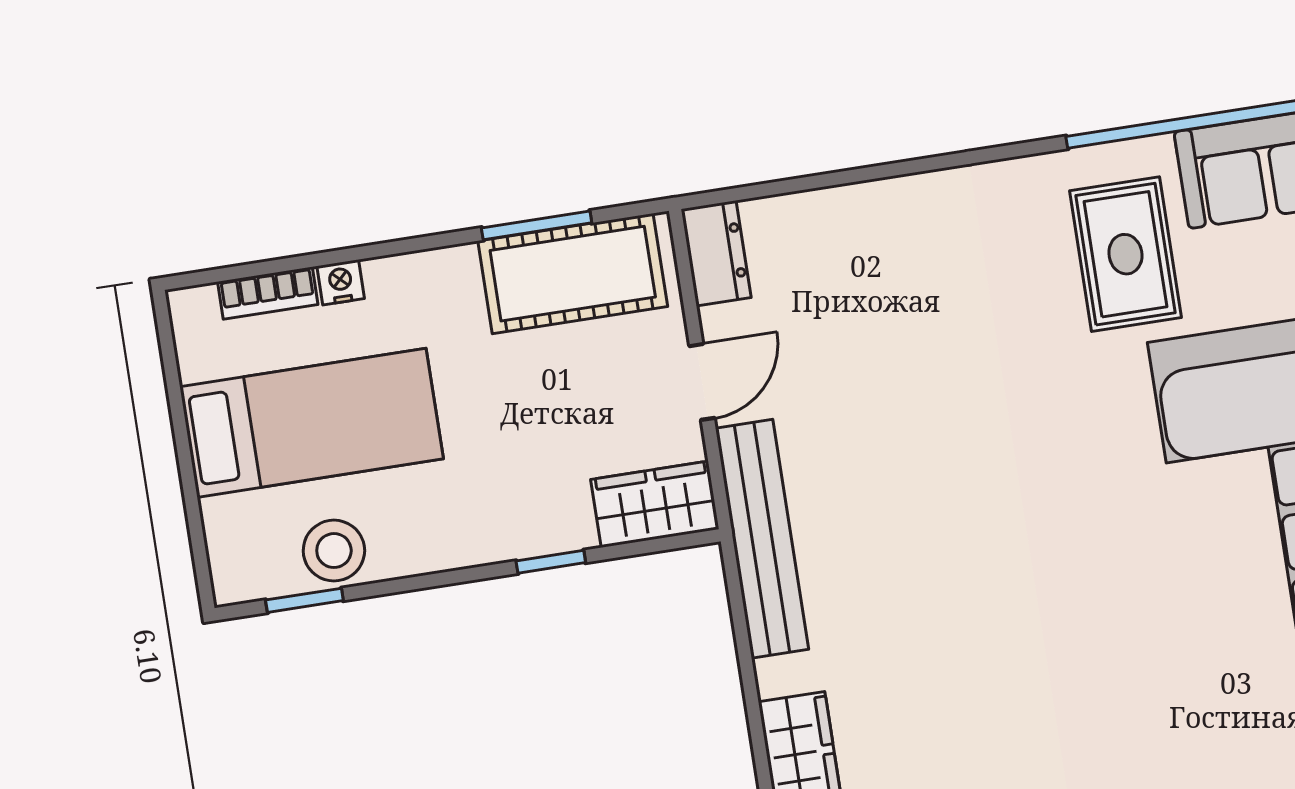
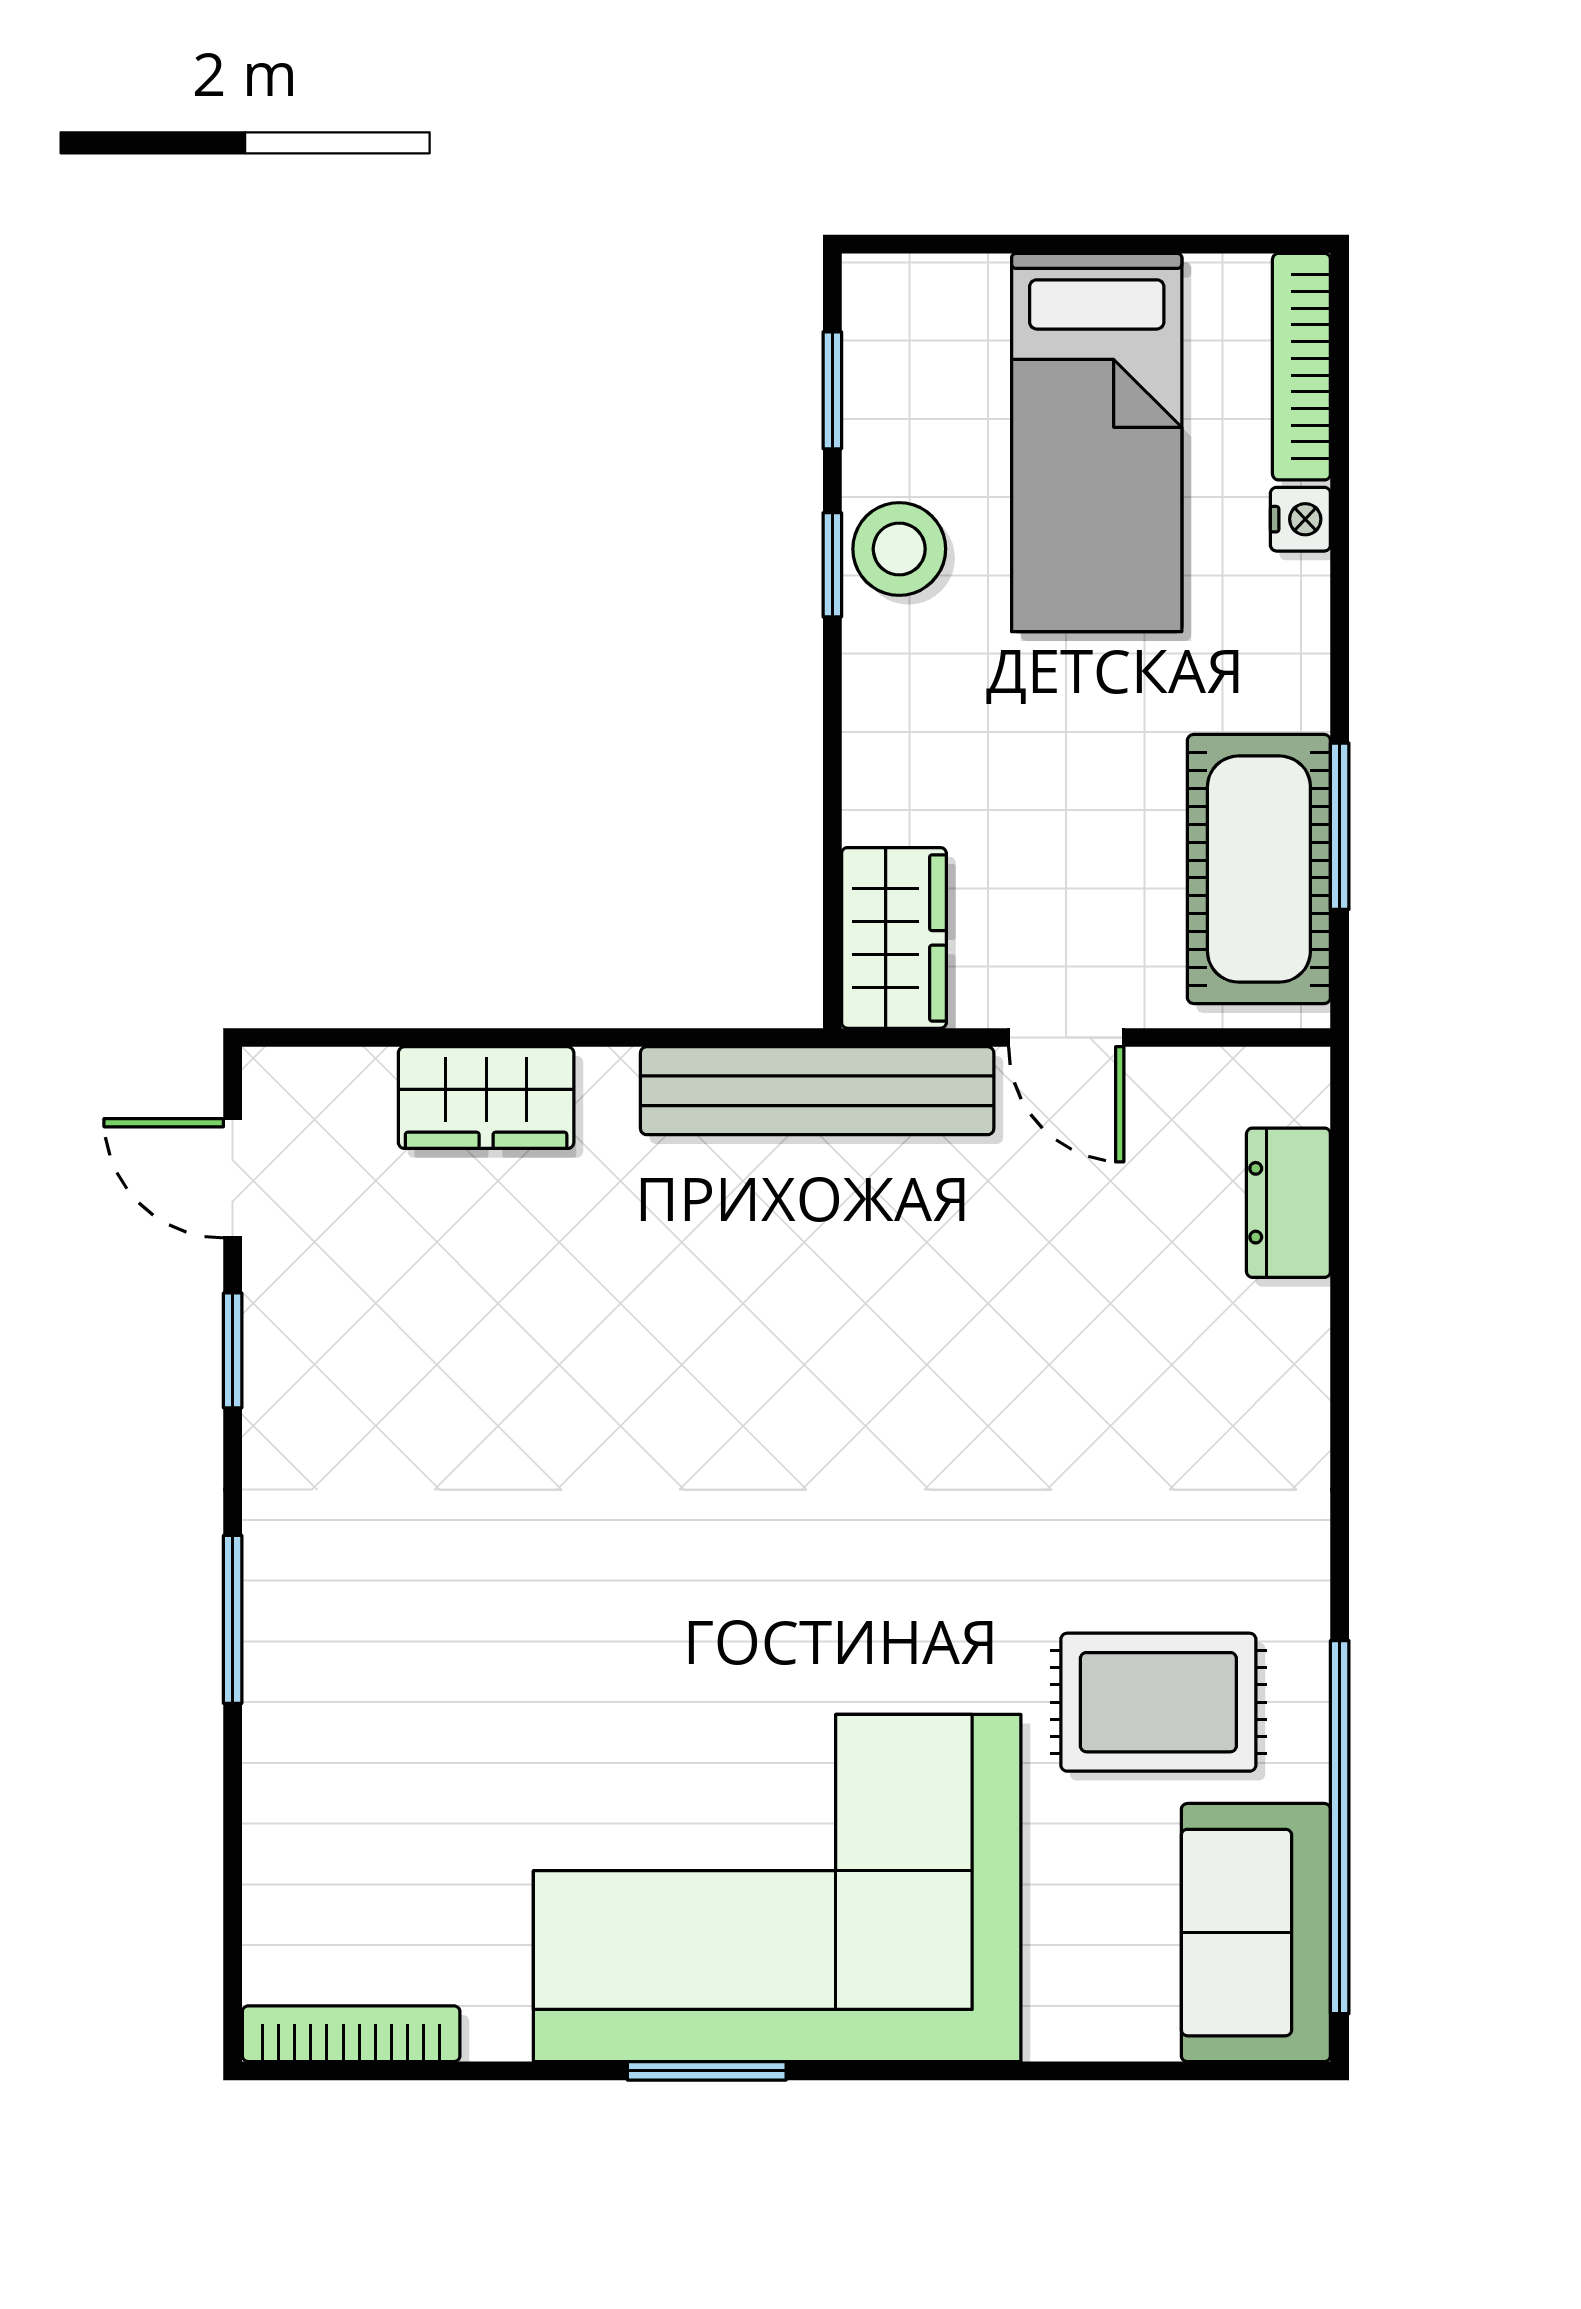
dresser: (716, 253) -> (1288, 1203), moved, turned 90
bookcase: (268, 293) -> (1301, 367), width x1.56
stool: (334, 551) -> (899, 549), moved
window: (551, 562) -> (832, 565), moved

